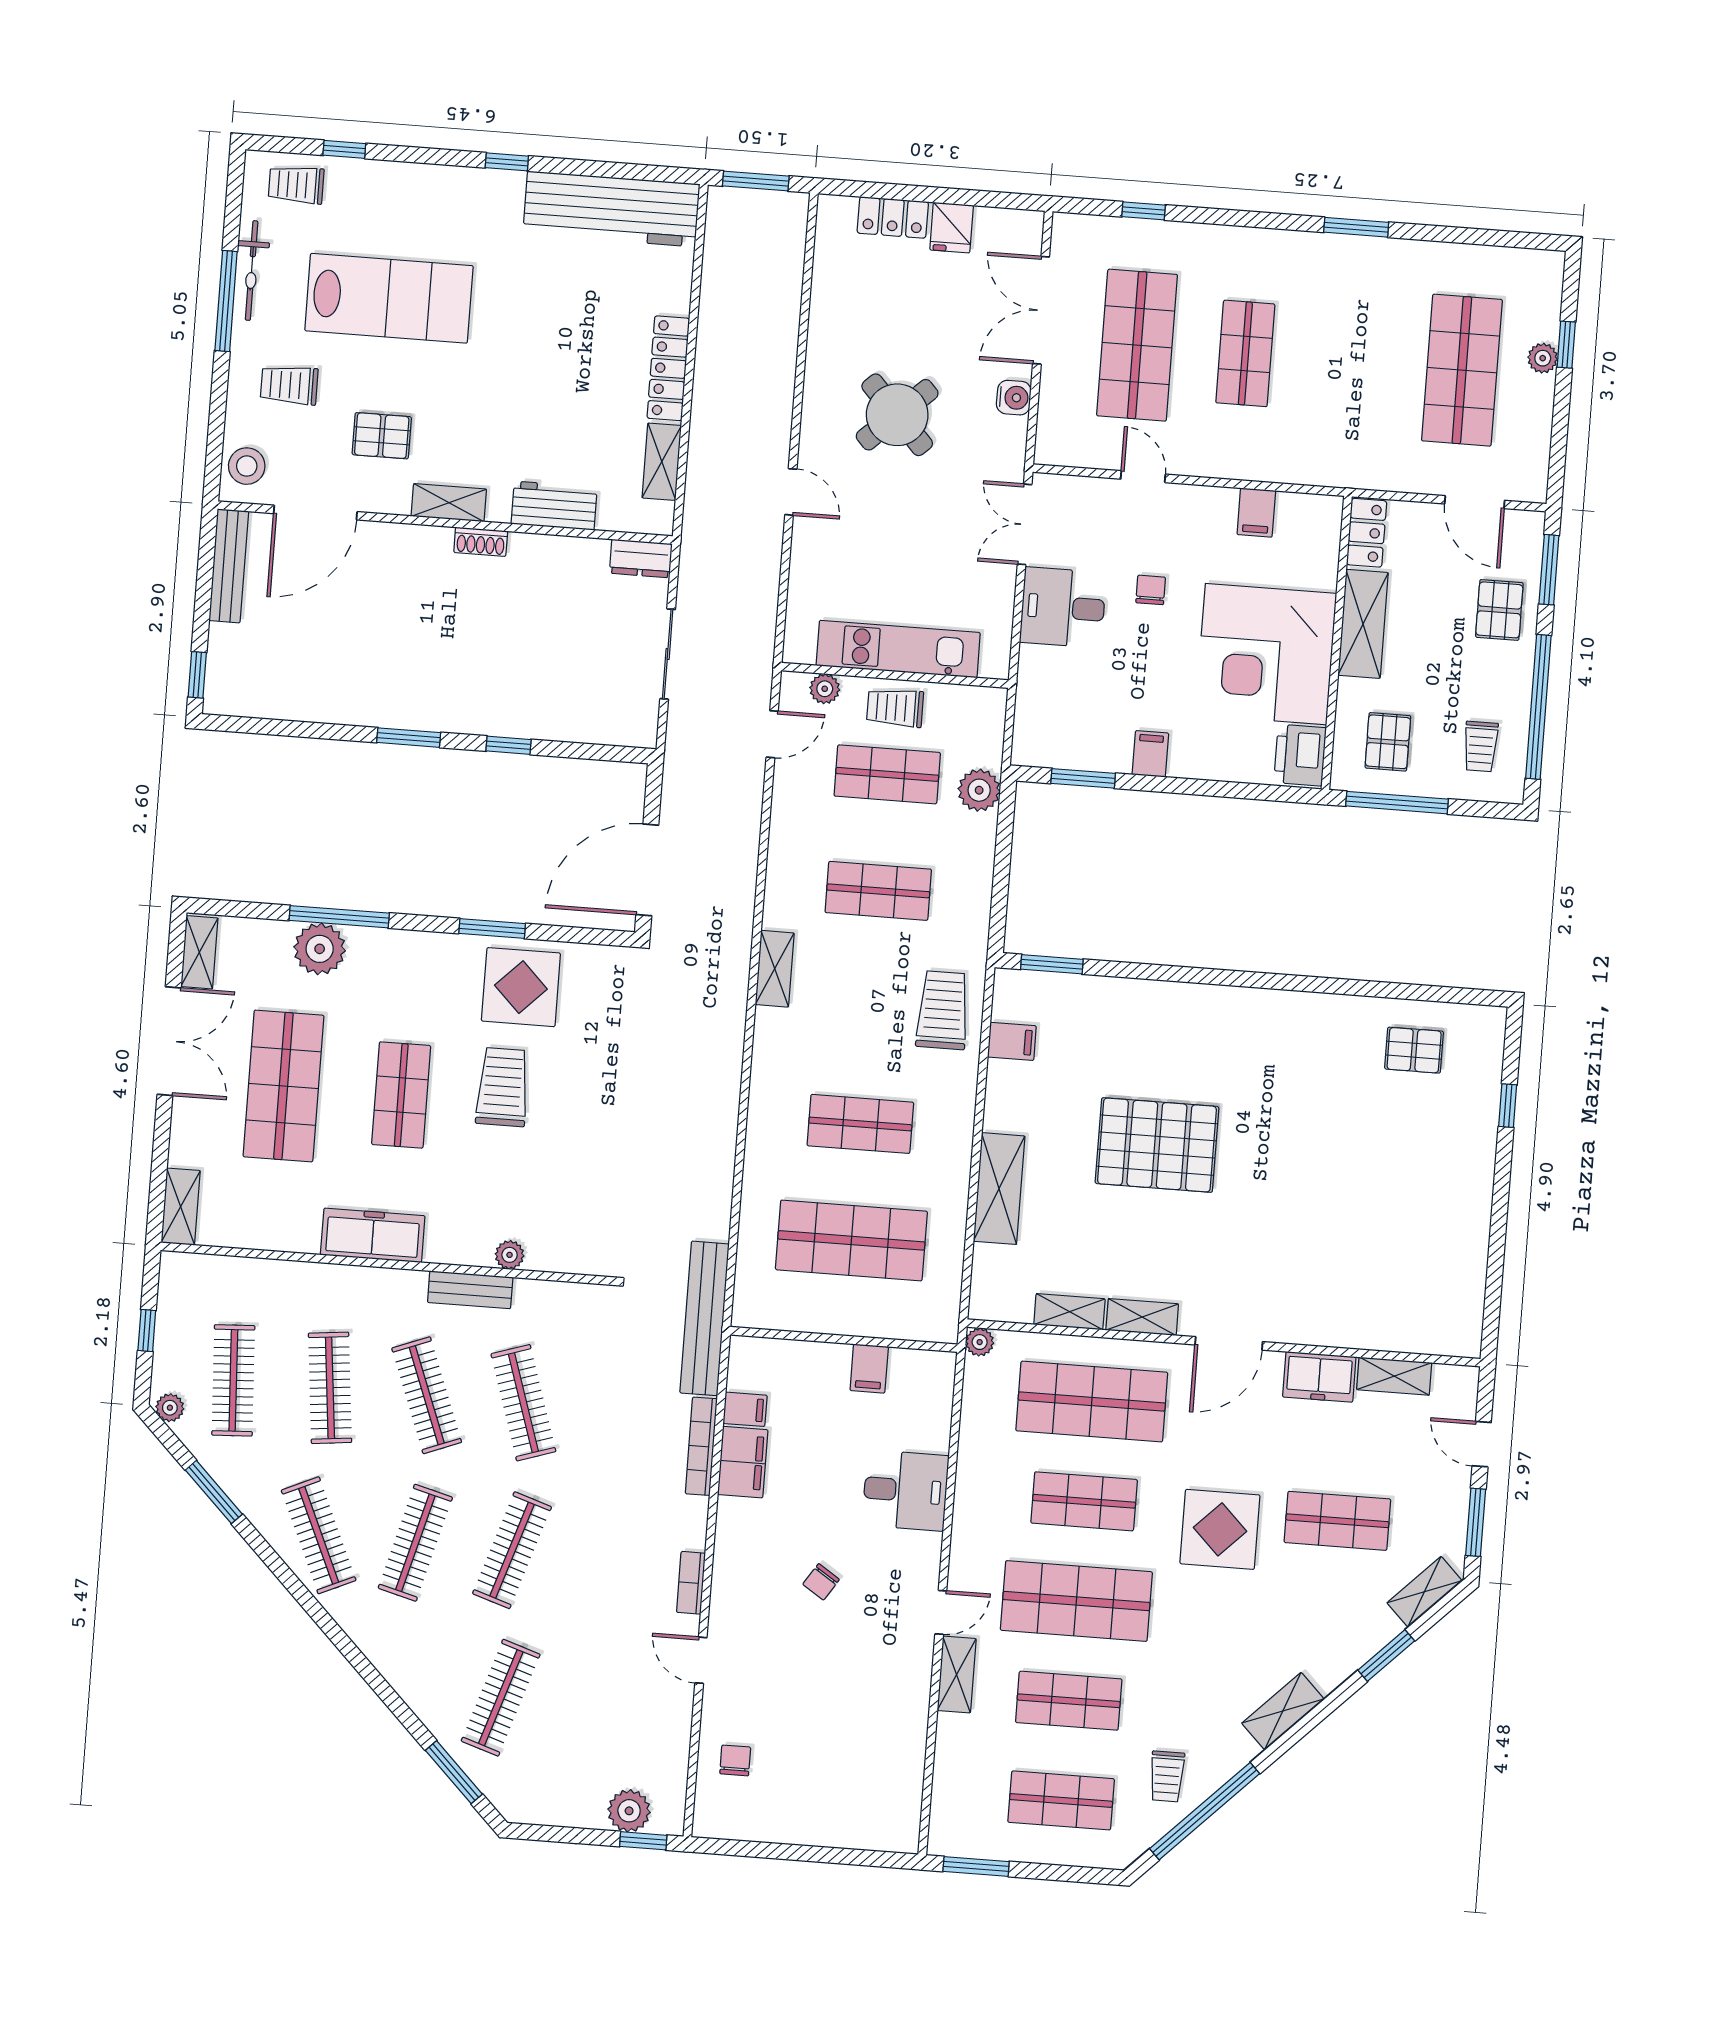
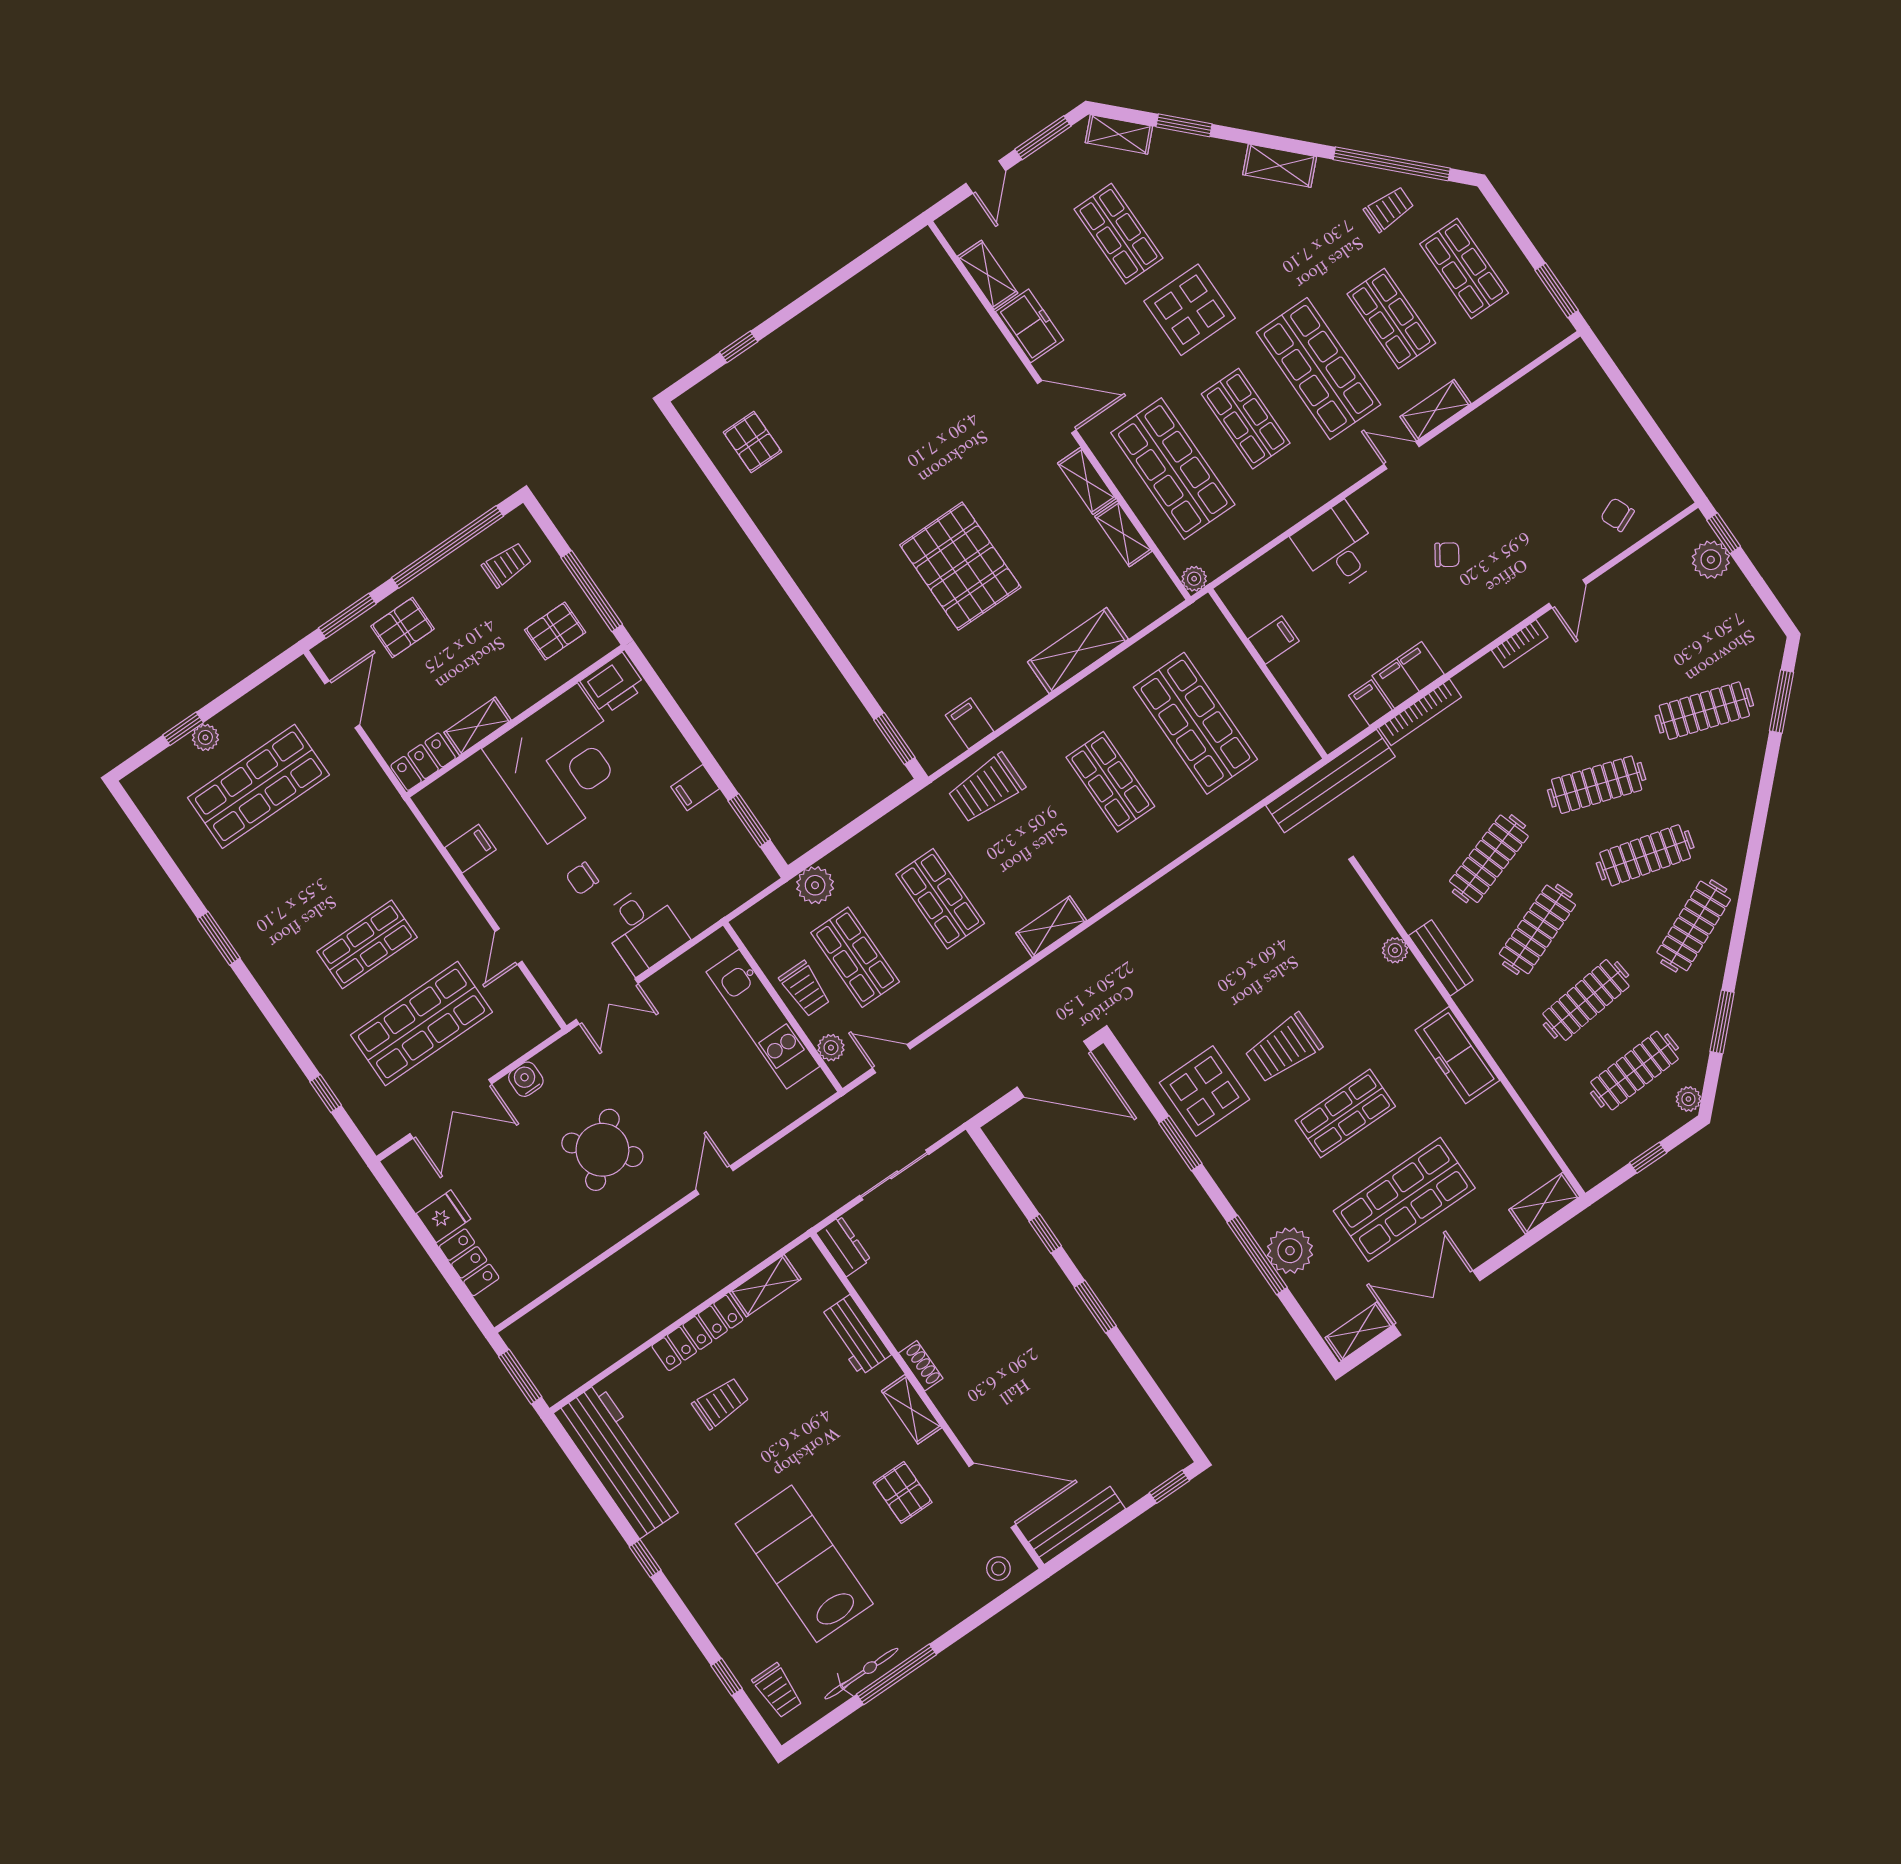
trolley: (289, 385) -> (721, 1403), moved, turned -90
stool: (247, 466) -> (998, 1569), width x0.73, depth x0.73
shelving: (1363, 624) -> (478, 726), width x0.67, depth x0.75
chair: (735, 1760) -> (1617, 515), turned 67

